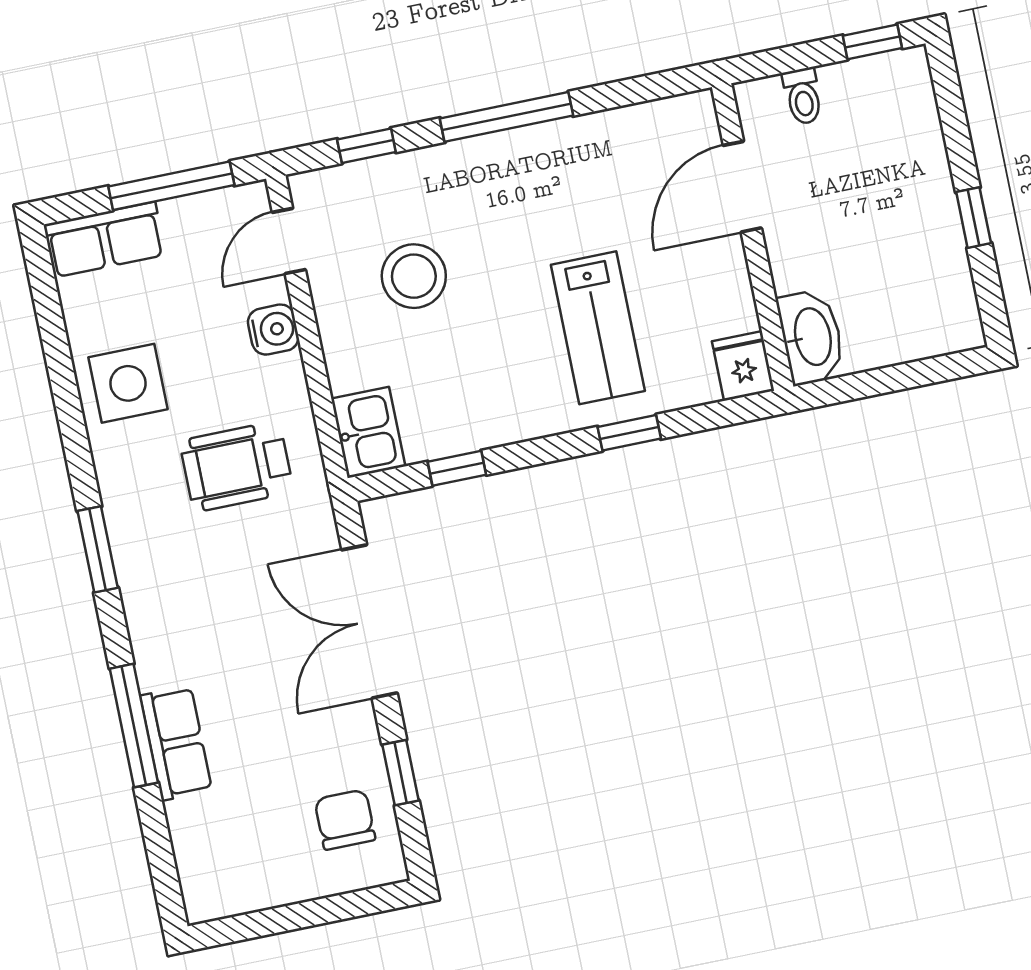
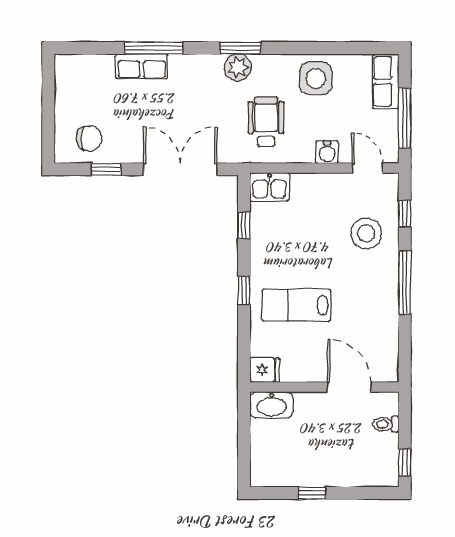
stool: (414, 276) -> (366, 233), moved
window: (629, 433) -> (244, 290), moved
plant: (138, 546) -> (238, 67), added

